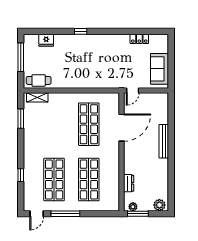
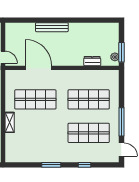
shelving: (37, 97) -> (10, 122), moved
window: (21, 119) -> (51, 165), moved
plant: (159, 205) -> (113, 31), removed

